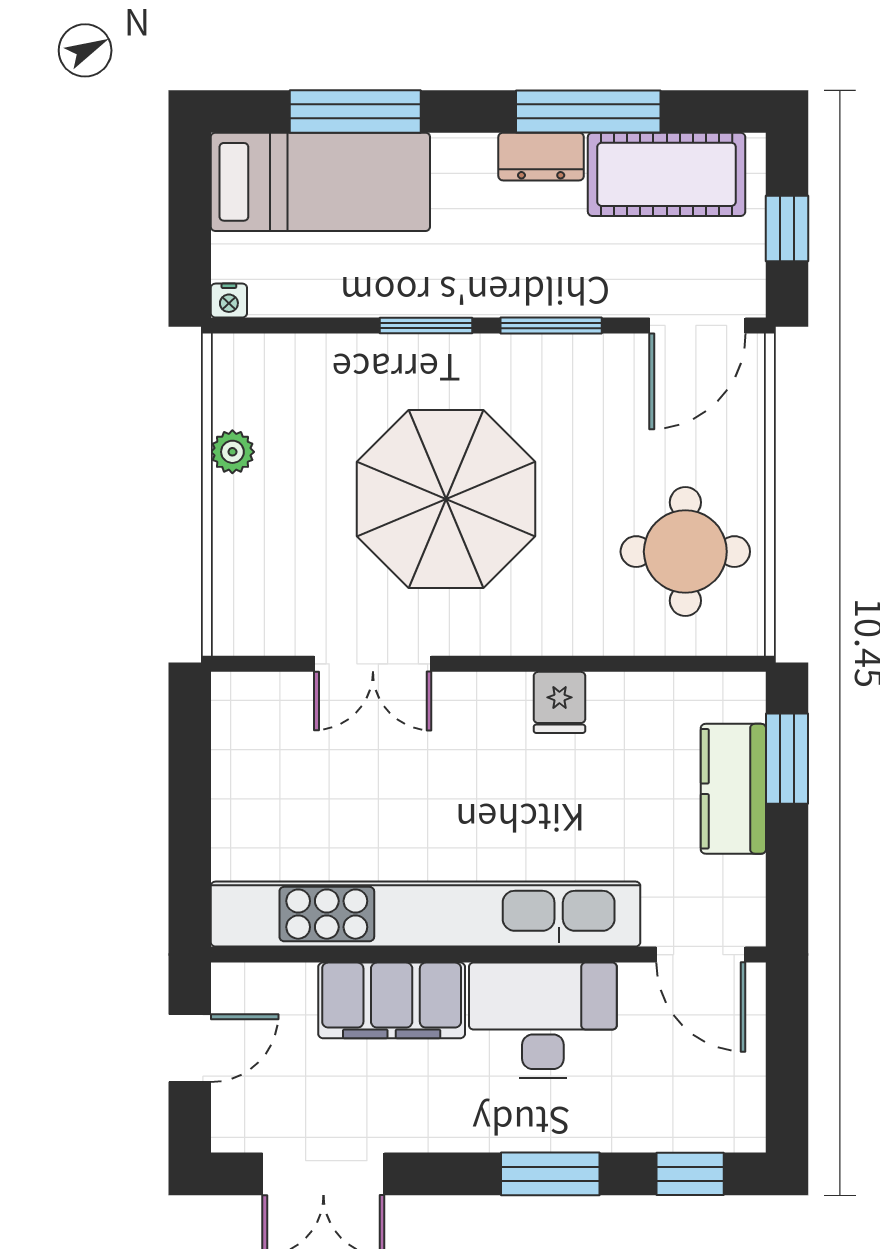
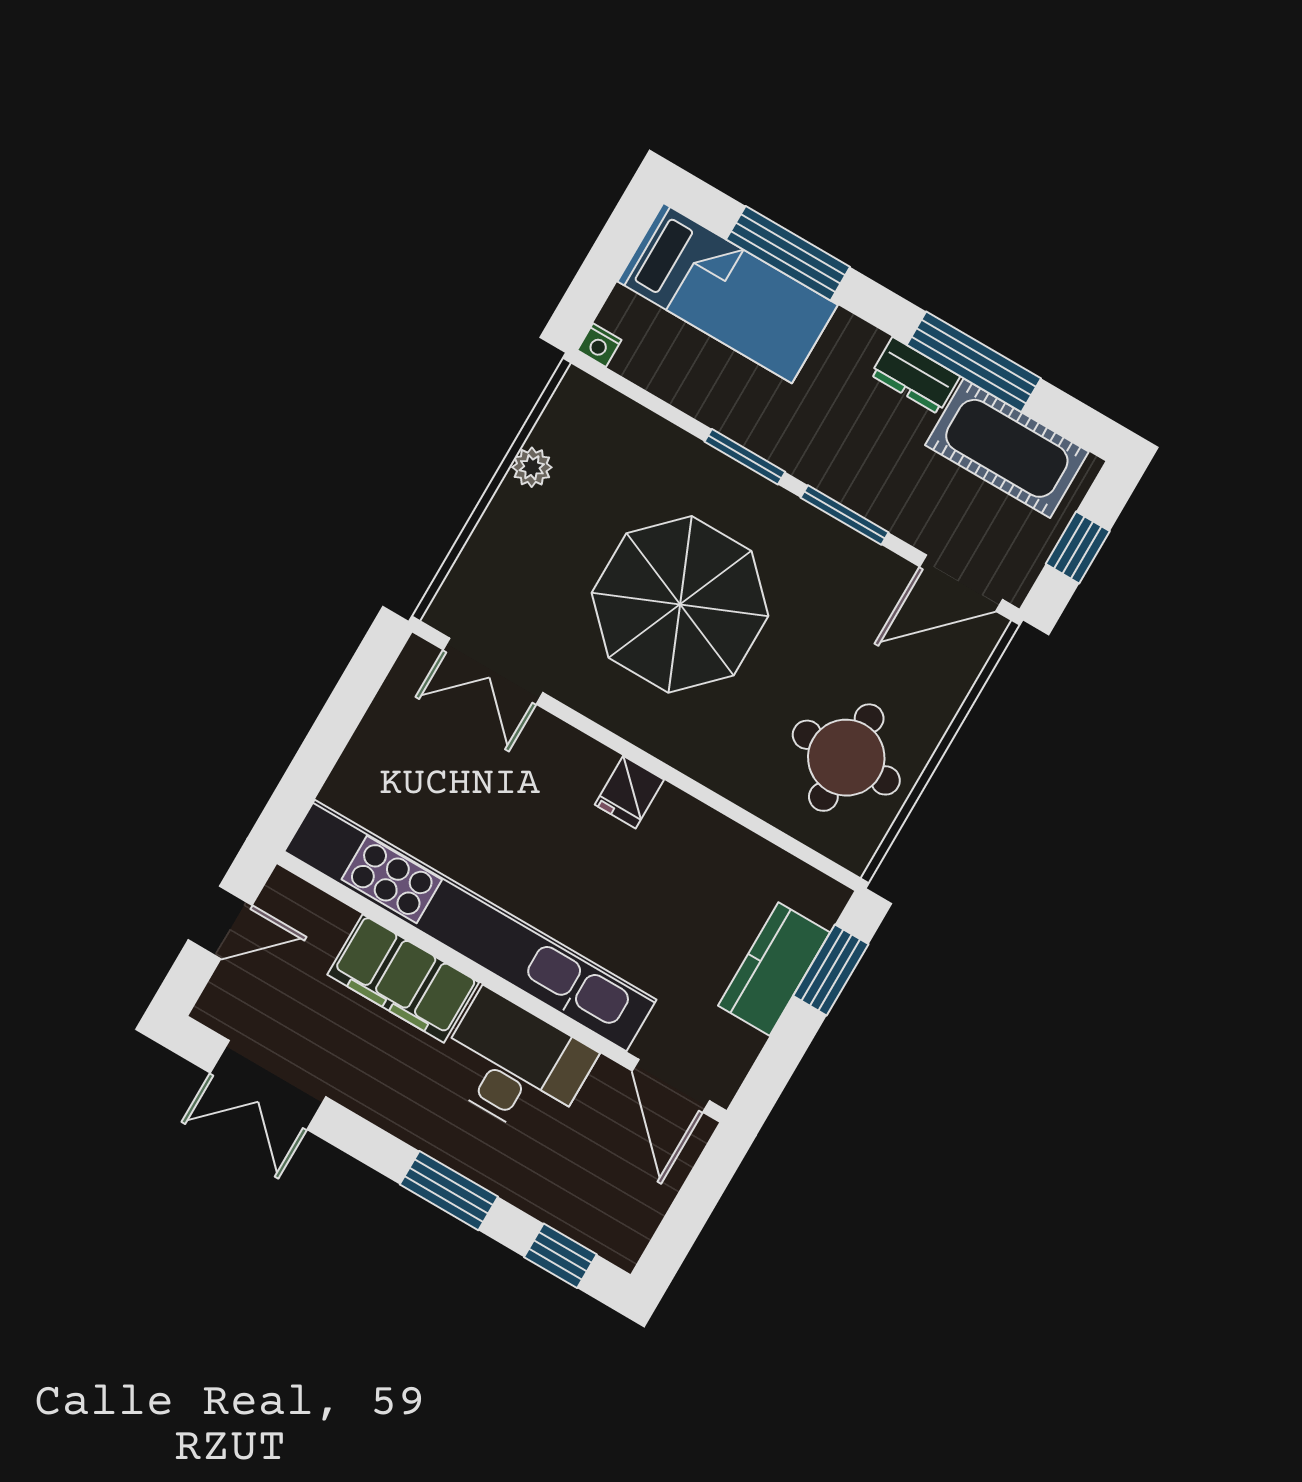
double door: (373, 664) -> (493, 671), moved
fridge: (559, 702) -> (629, 792), moved

